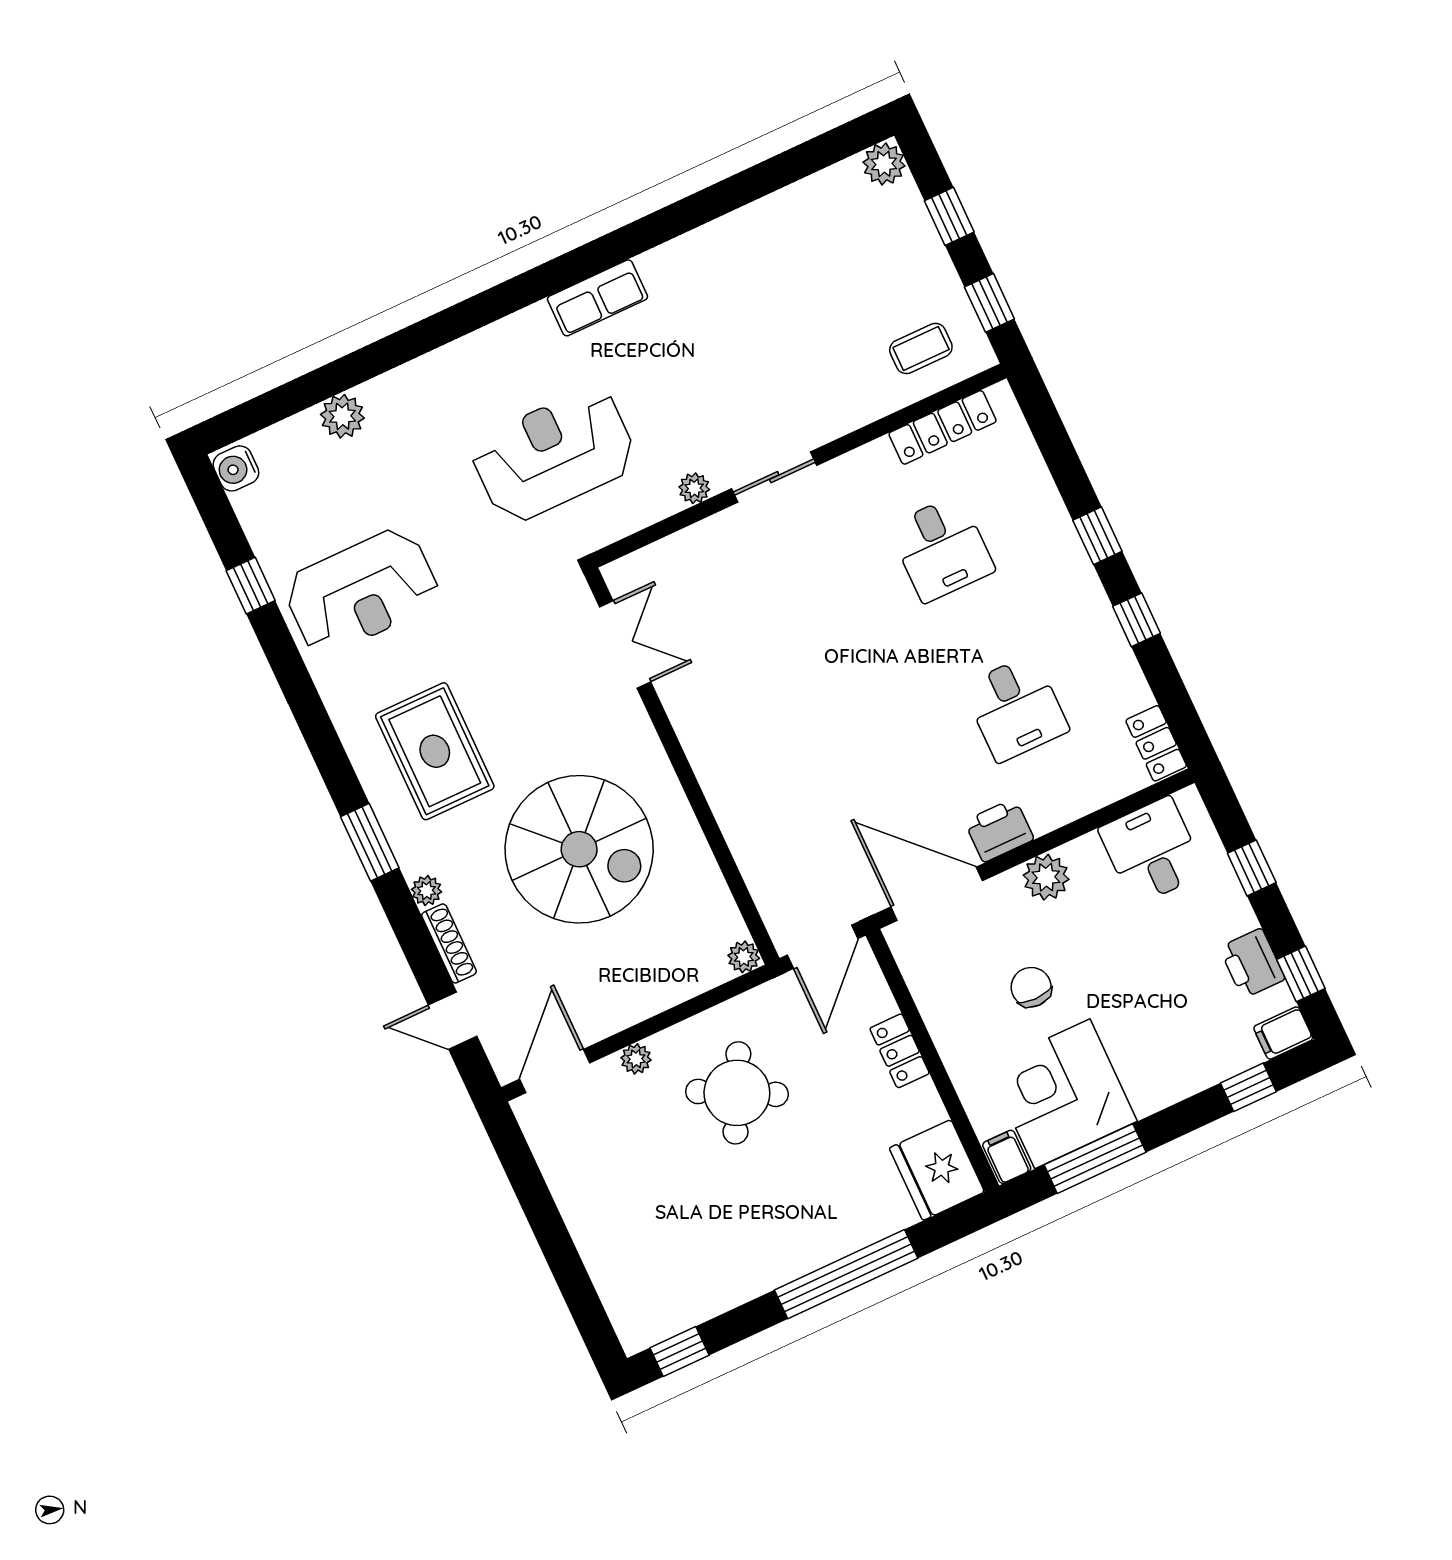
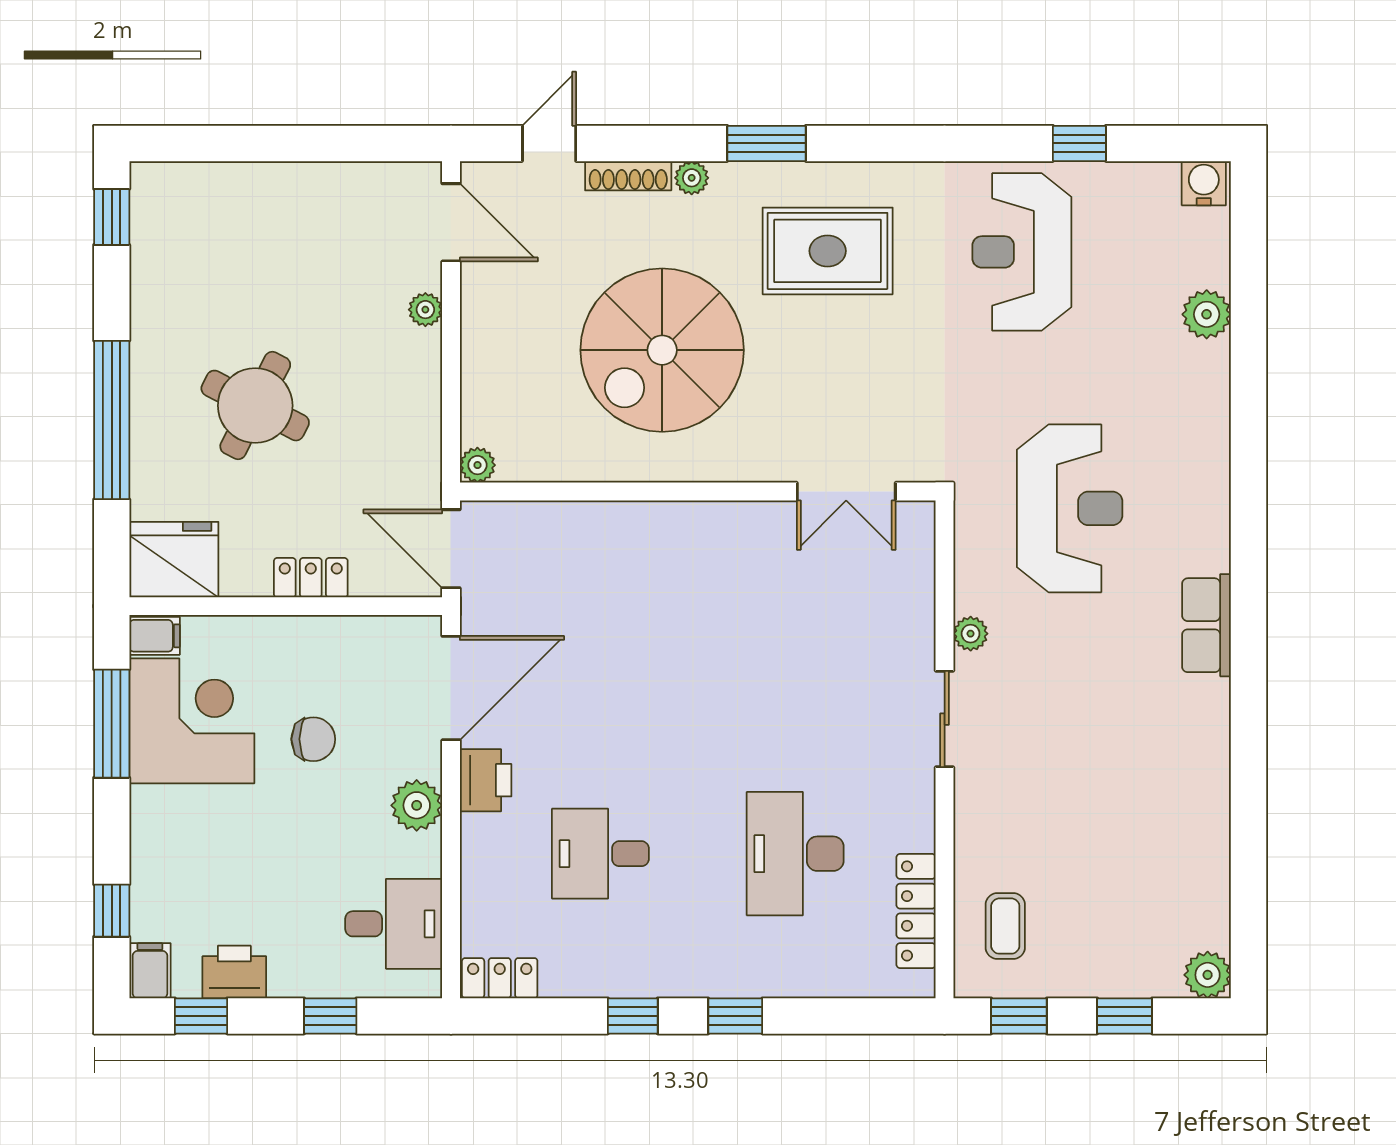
desk: (942, 548) -> (795, 854), width x1.37
round table: (737, 1093) -> (255, 406), moved

